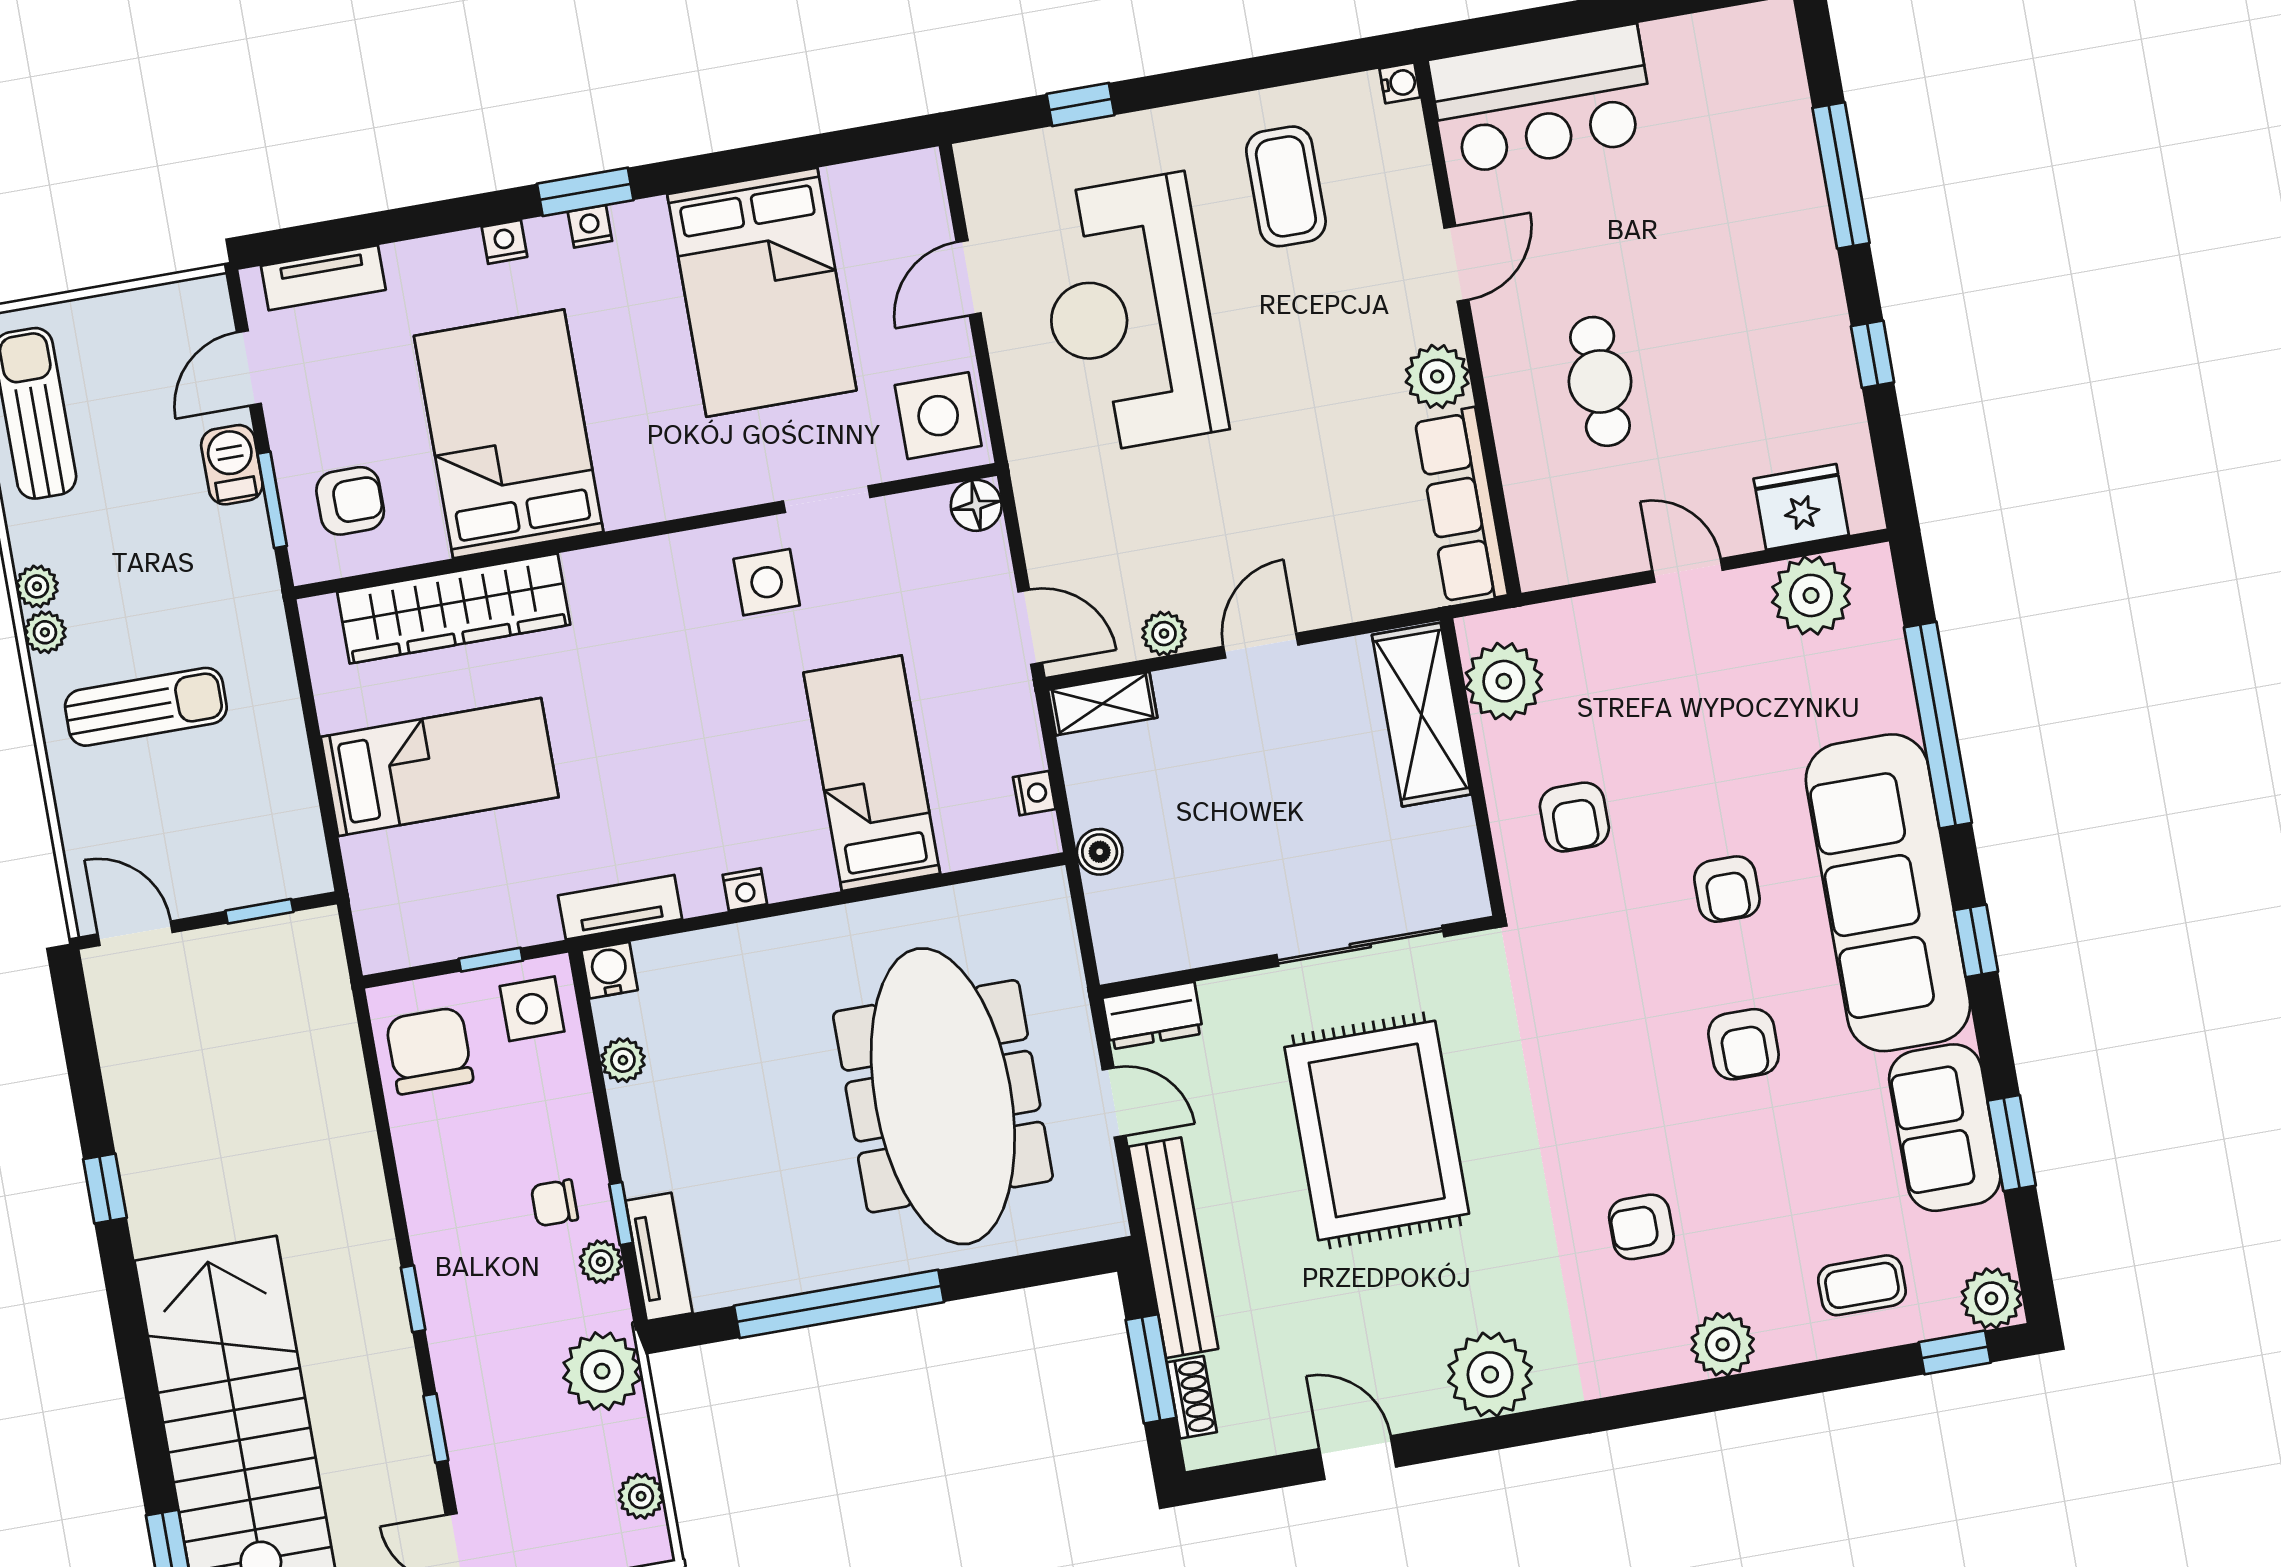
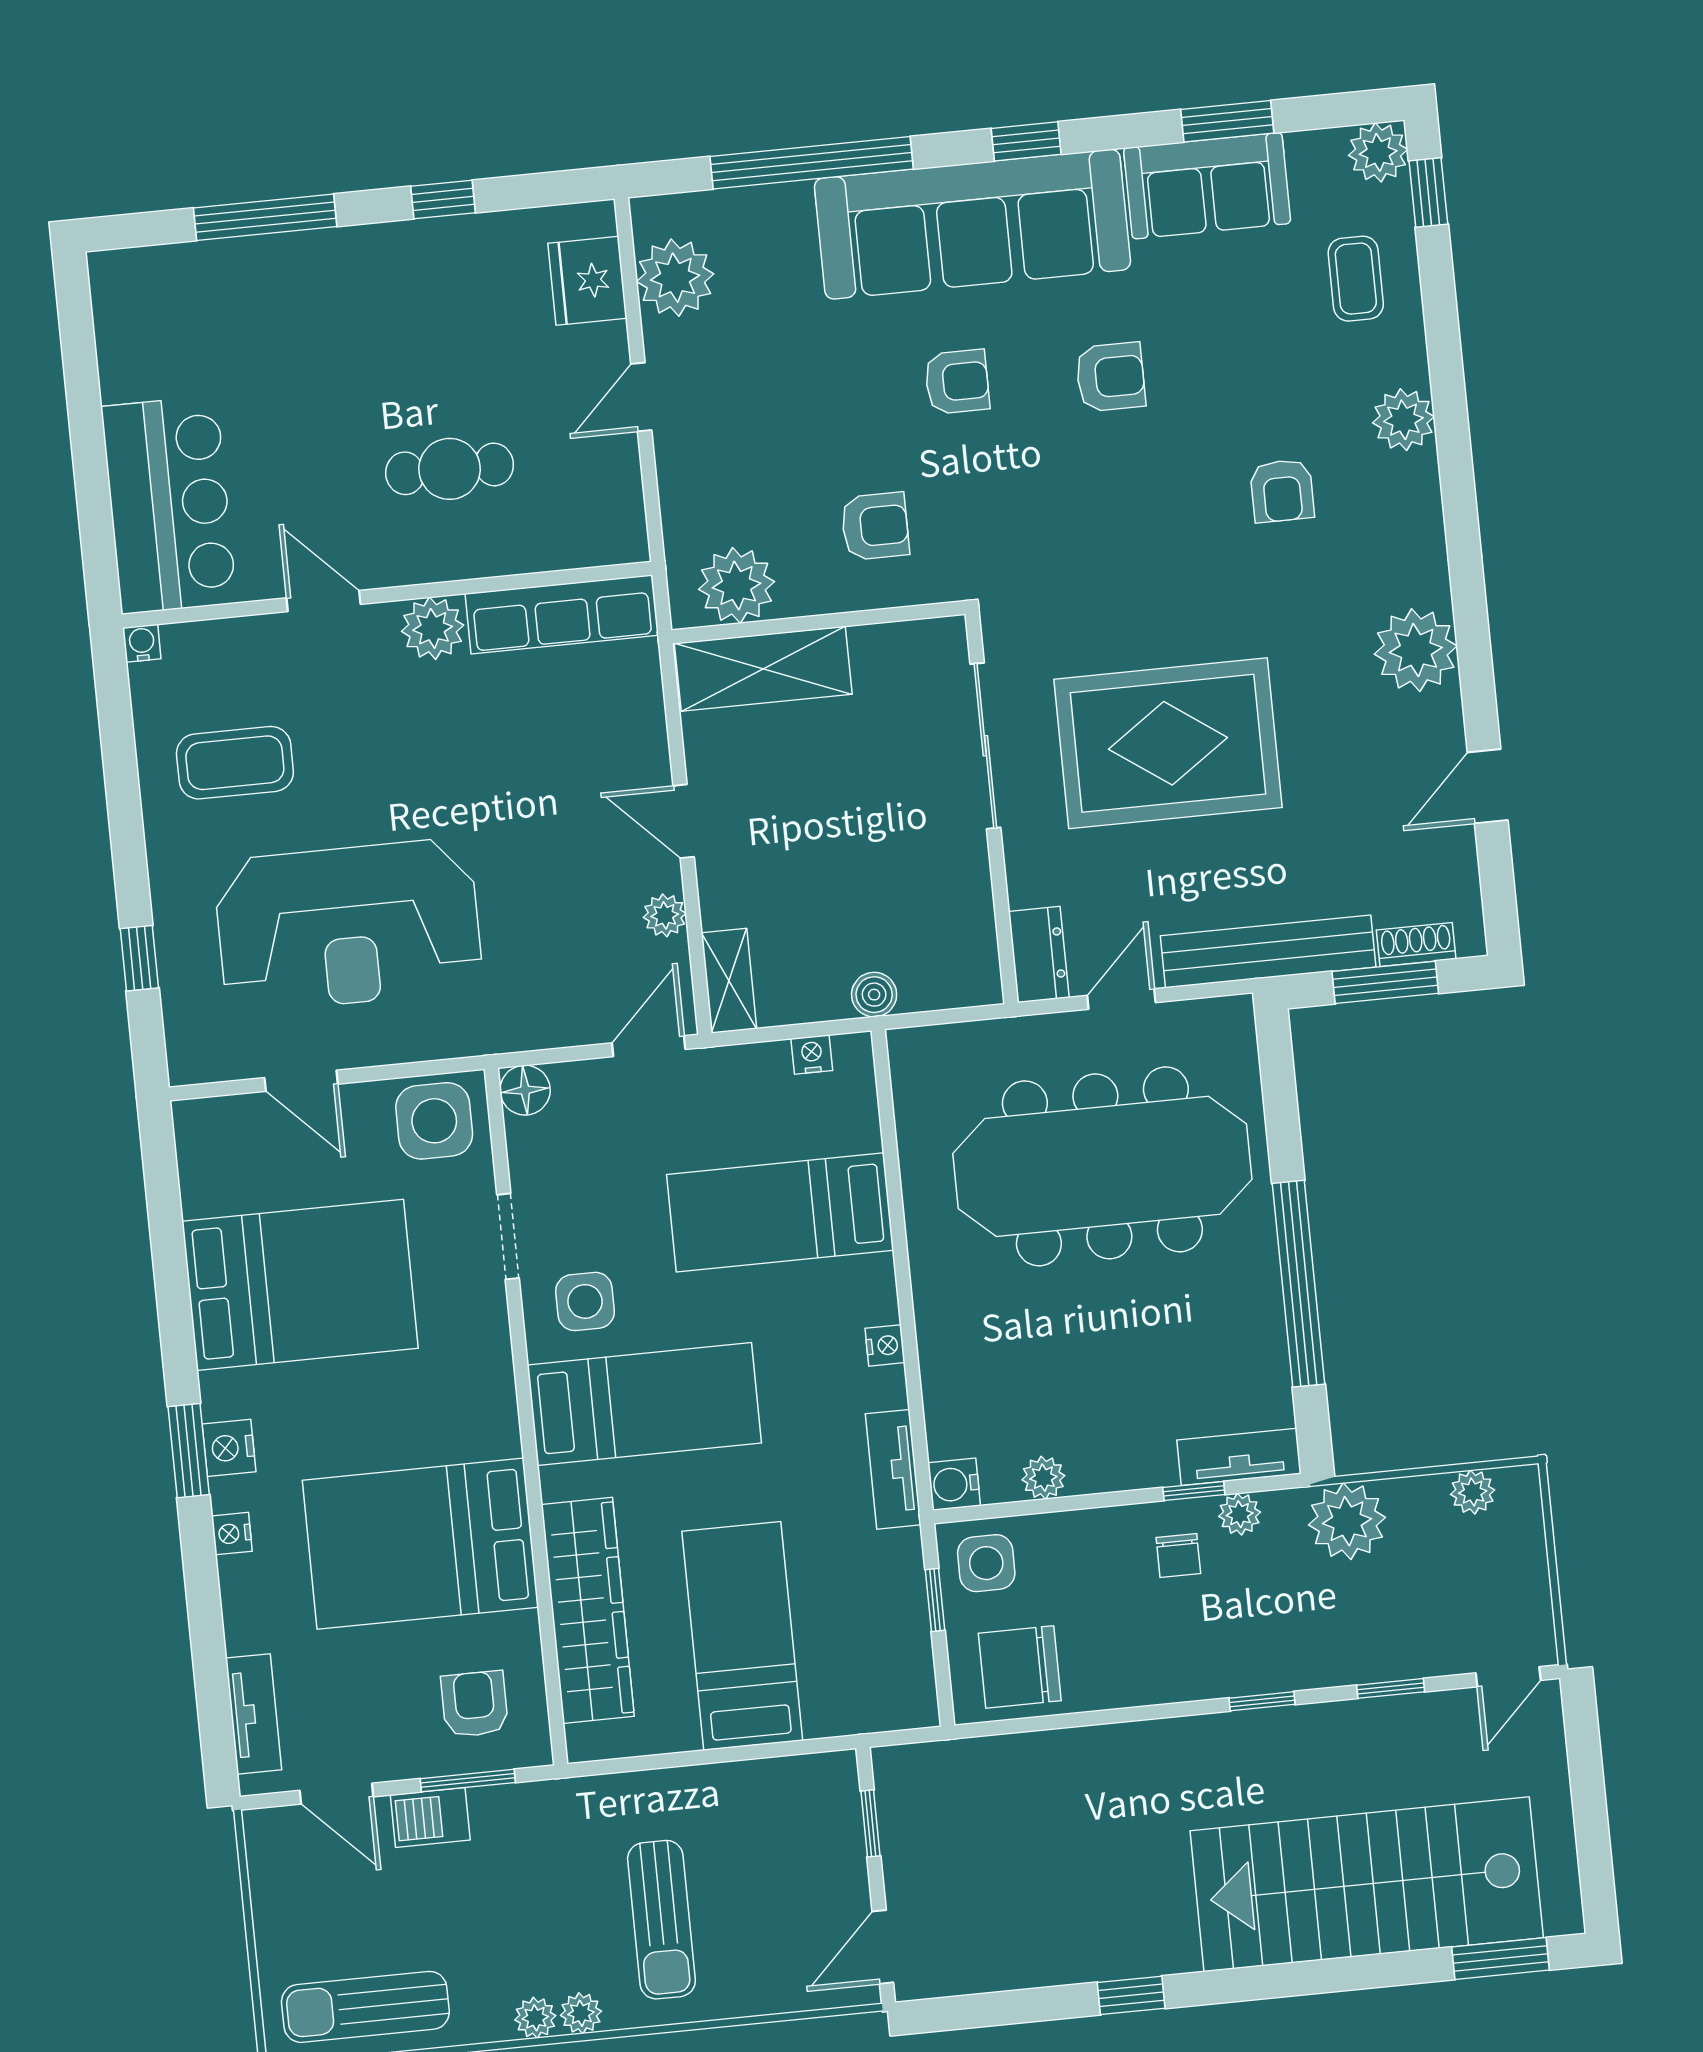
nightstand: (590, 226) -> (229, 1448), width x1.39, depth x1.35
bed: (667, 650) -> (644, 1404), added
sun lounger: (146, 707) -> (661, 1920), turned 180

